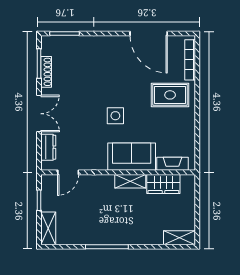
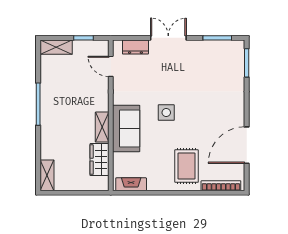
shoe rack: (46, 72) -> (209, 45), removed
double door: (39, 114) -> (168, 38), swing flipped
fireplace: (172, 164) -> (131, 184), moved, turned -90

